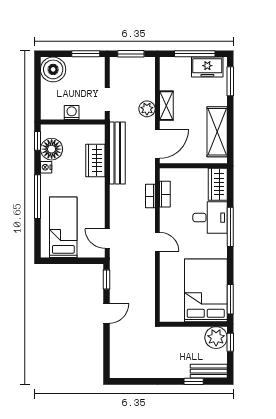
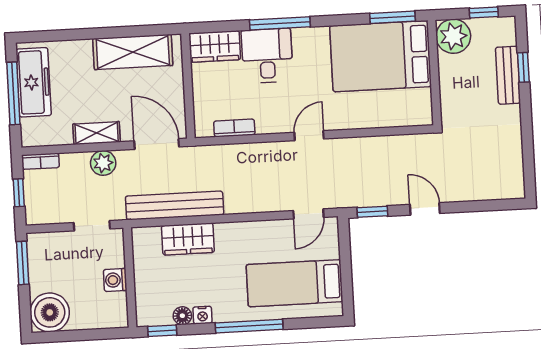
window: (131, 54) -> (19, 193), width x0.67
freezer: (207, 67) -> (34, 82), width x1.40
window: (230, 81) -> (53, 36), removed
floor lamp: (52, 149) -> (182, 316), width x0.53, depth x0.53
bookcase: (150, 196) -> (40, 161), moved
window: (230, 342) -> (484, 12), moved
bench: (209, 371) -> (508, 75), moved

